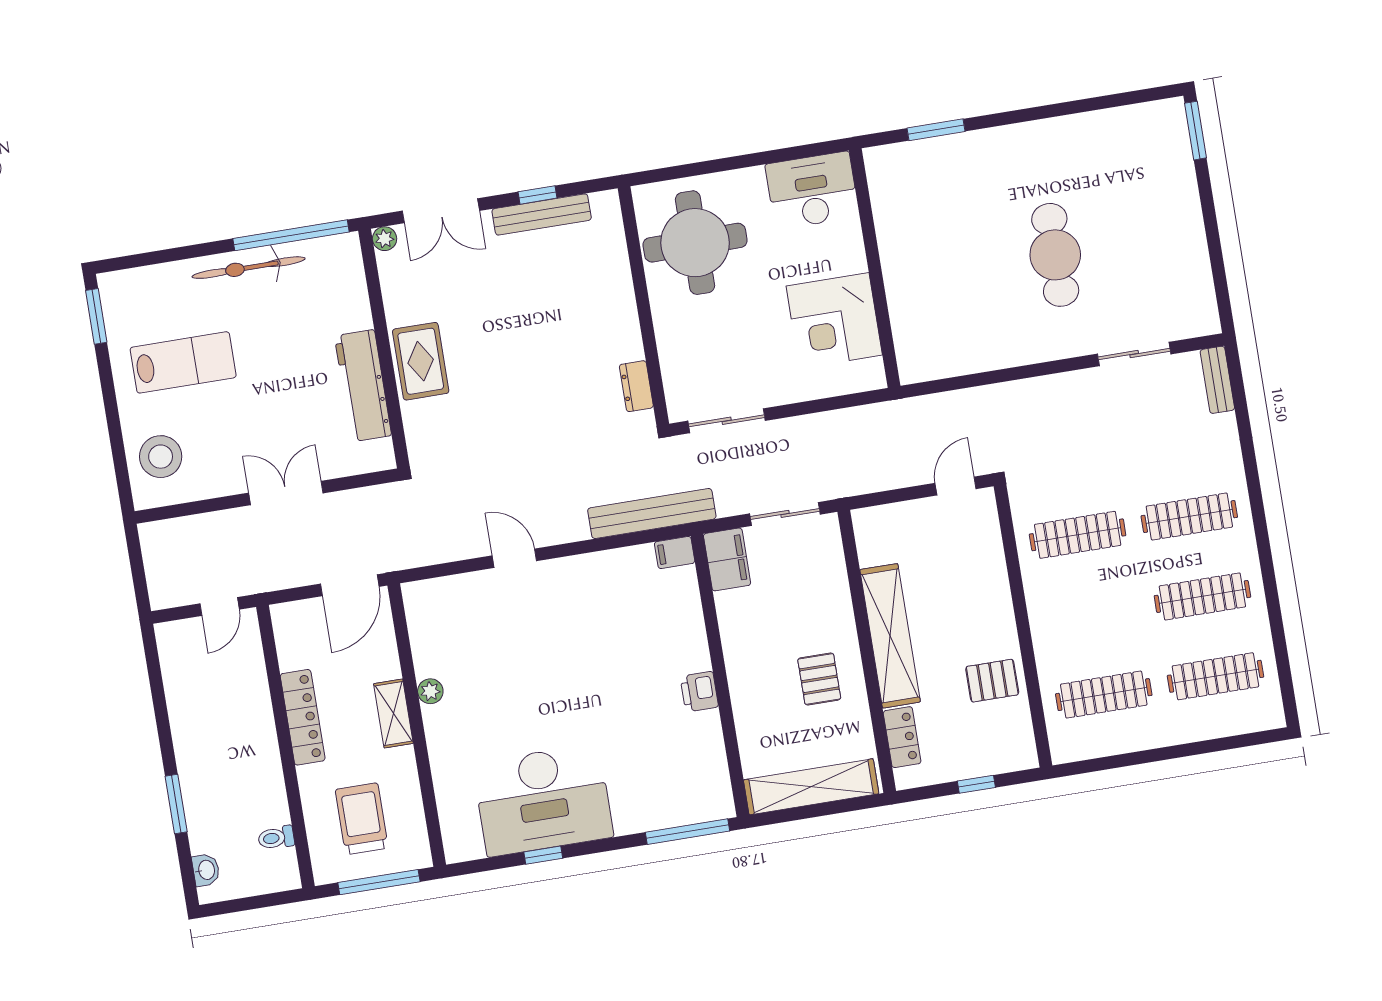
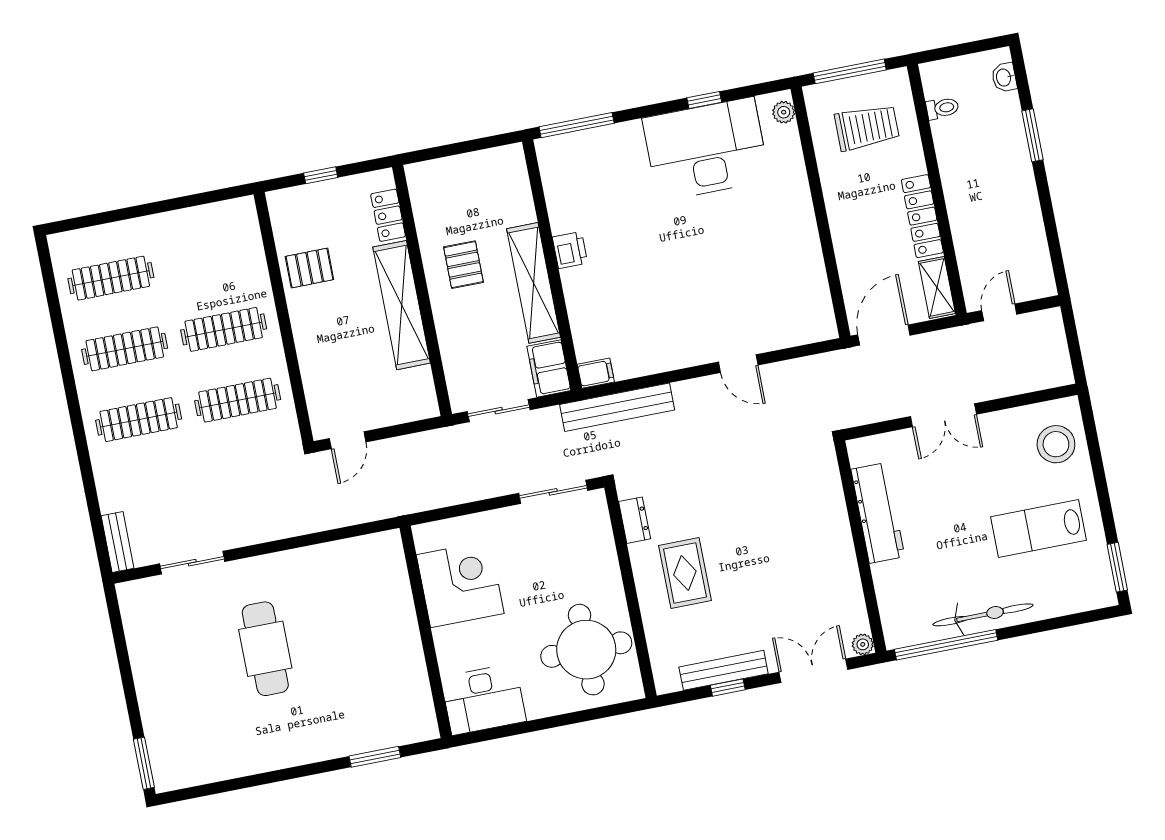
rug: (421, 361) -> (685, 573), moved
plant: (430, 691) -> (784, 112), moved
clothes rail: (1104, 695) -> (224, 329), moved
shelving: (393, 713) -> (937, 287), moved
shelving: (811, 787) -> (534, 283), moved, turned 90
trolley: (362, 819) -> (867, 127), turned -90

